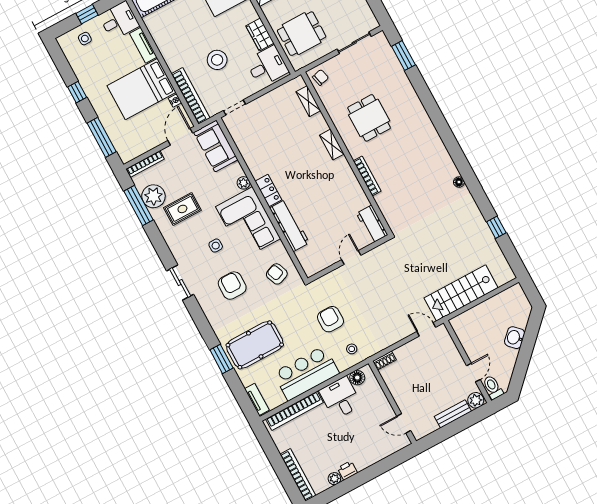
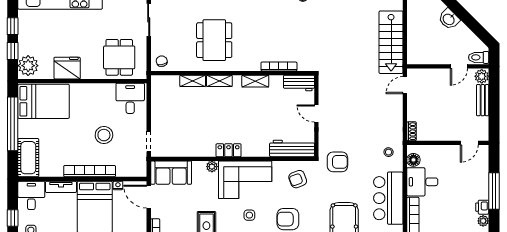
wardrobe: (260, 35) -> (102, 91), removed
bookcase: (191, 96) -> (90, 171), moved
shelving: (308, 101) -> (193, 81), moved
dining table: (369, 118) -> (214, 40), width x1.38
bookcase: (367, 176) -> (279, 66), moved
shelving: (351, 180) -> (255, 81), added
workbench: (289, 225) -> (292, 148), moved
armchair: (330, 319) -> (337, 162), moved, turned 180
door: (473, 373) -> (459, 66), swing flipped
window: (370, 473) -> (494, 191), added

